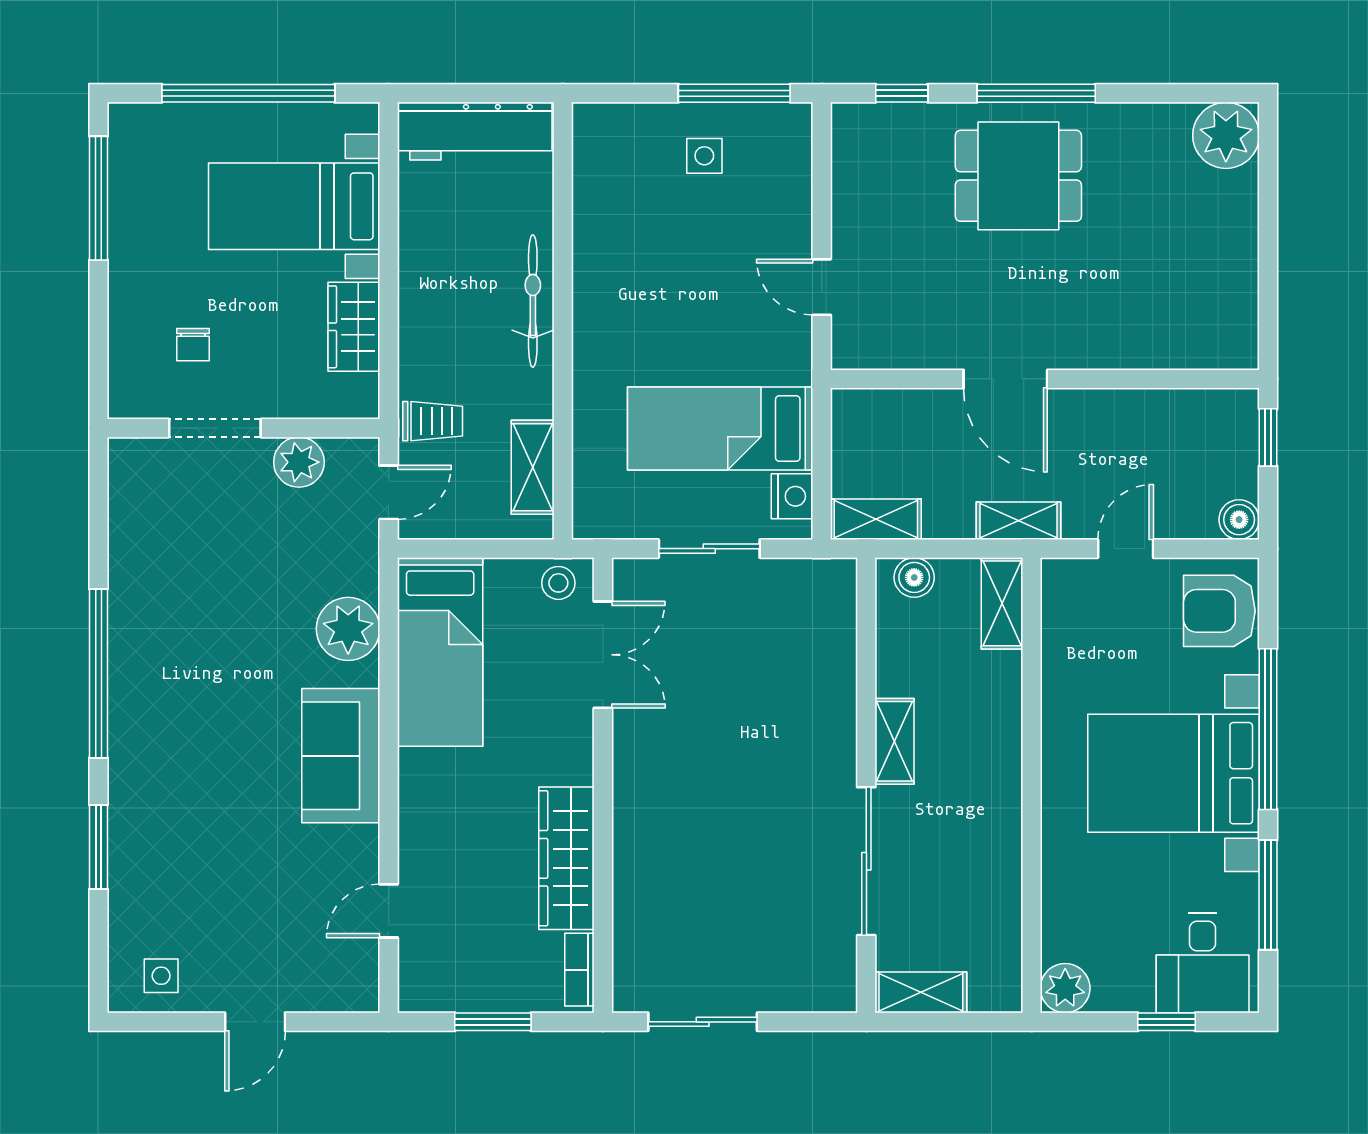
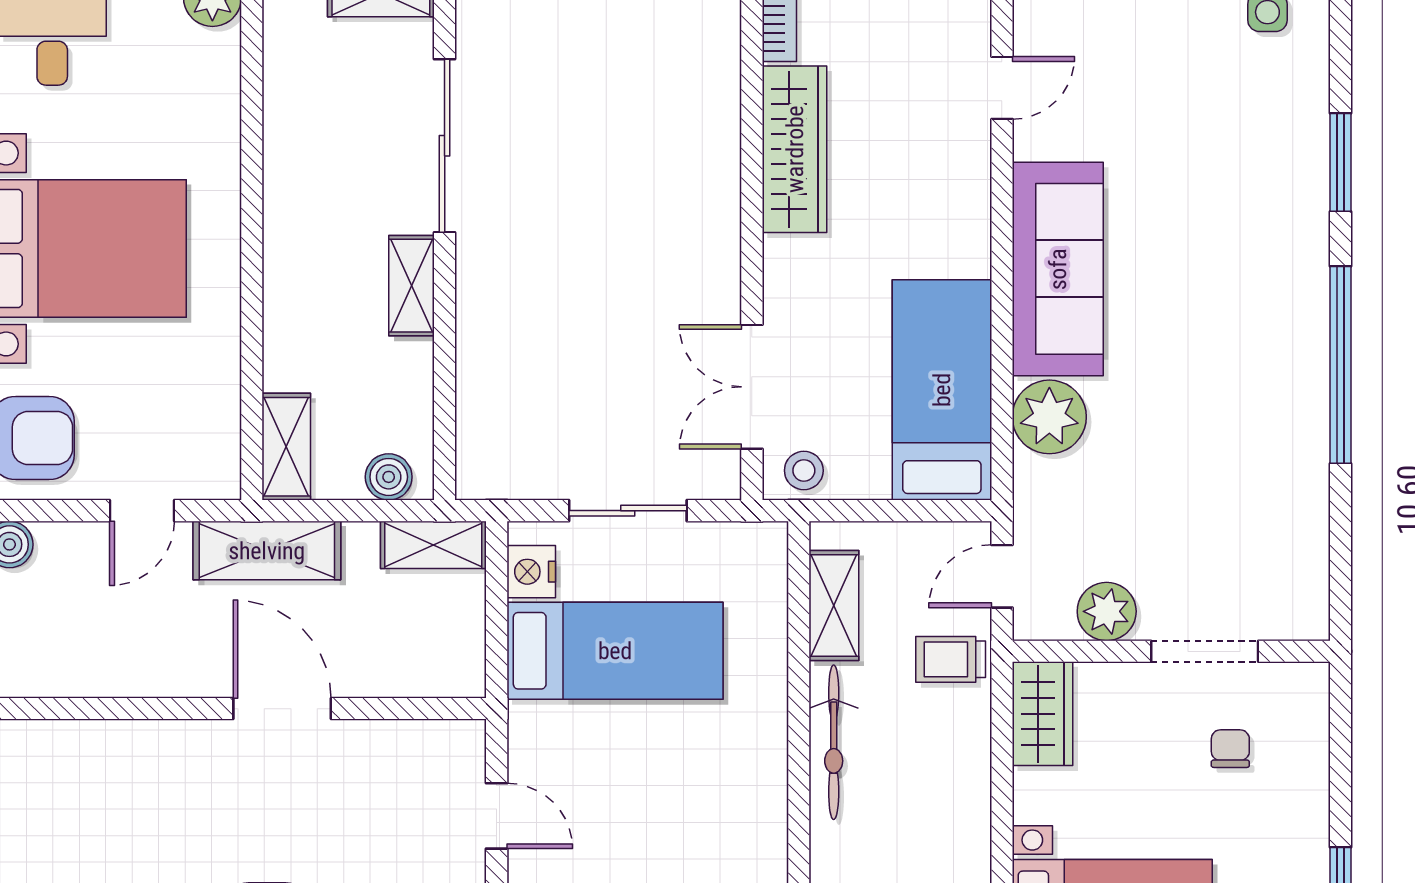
bicycle: (533, 301) -> (834, 742), moved
wardrobe: (354, 327) -> (1043, 714), moved
shelving: (1019, 521) -> (267, 551), width x1.50, depth x1.33
sofa: (341, 756) -> (1058, 269), width x1.36

